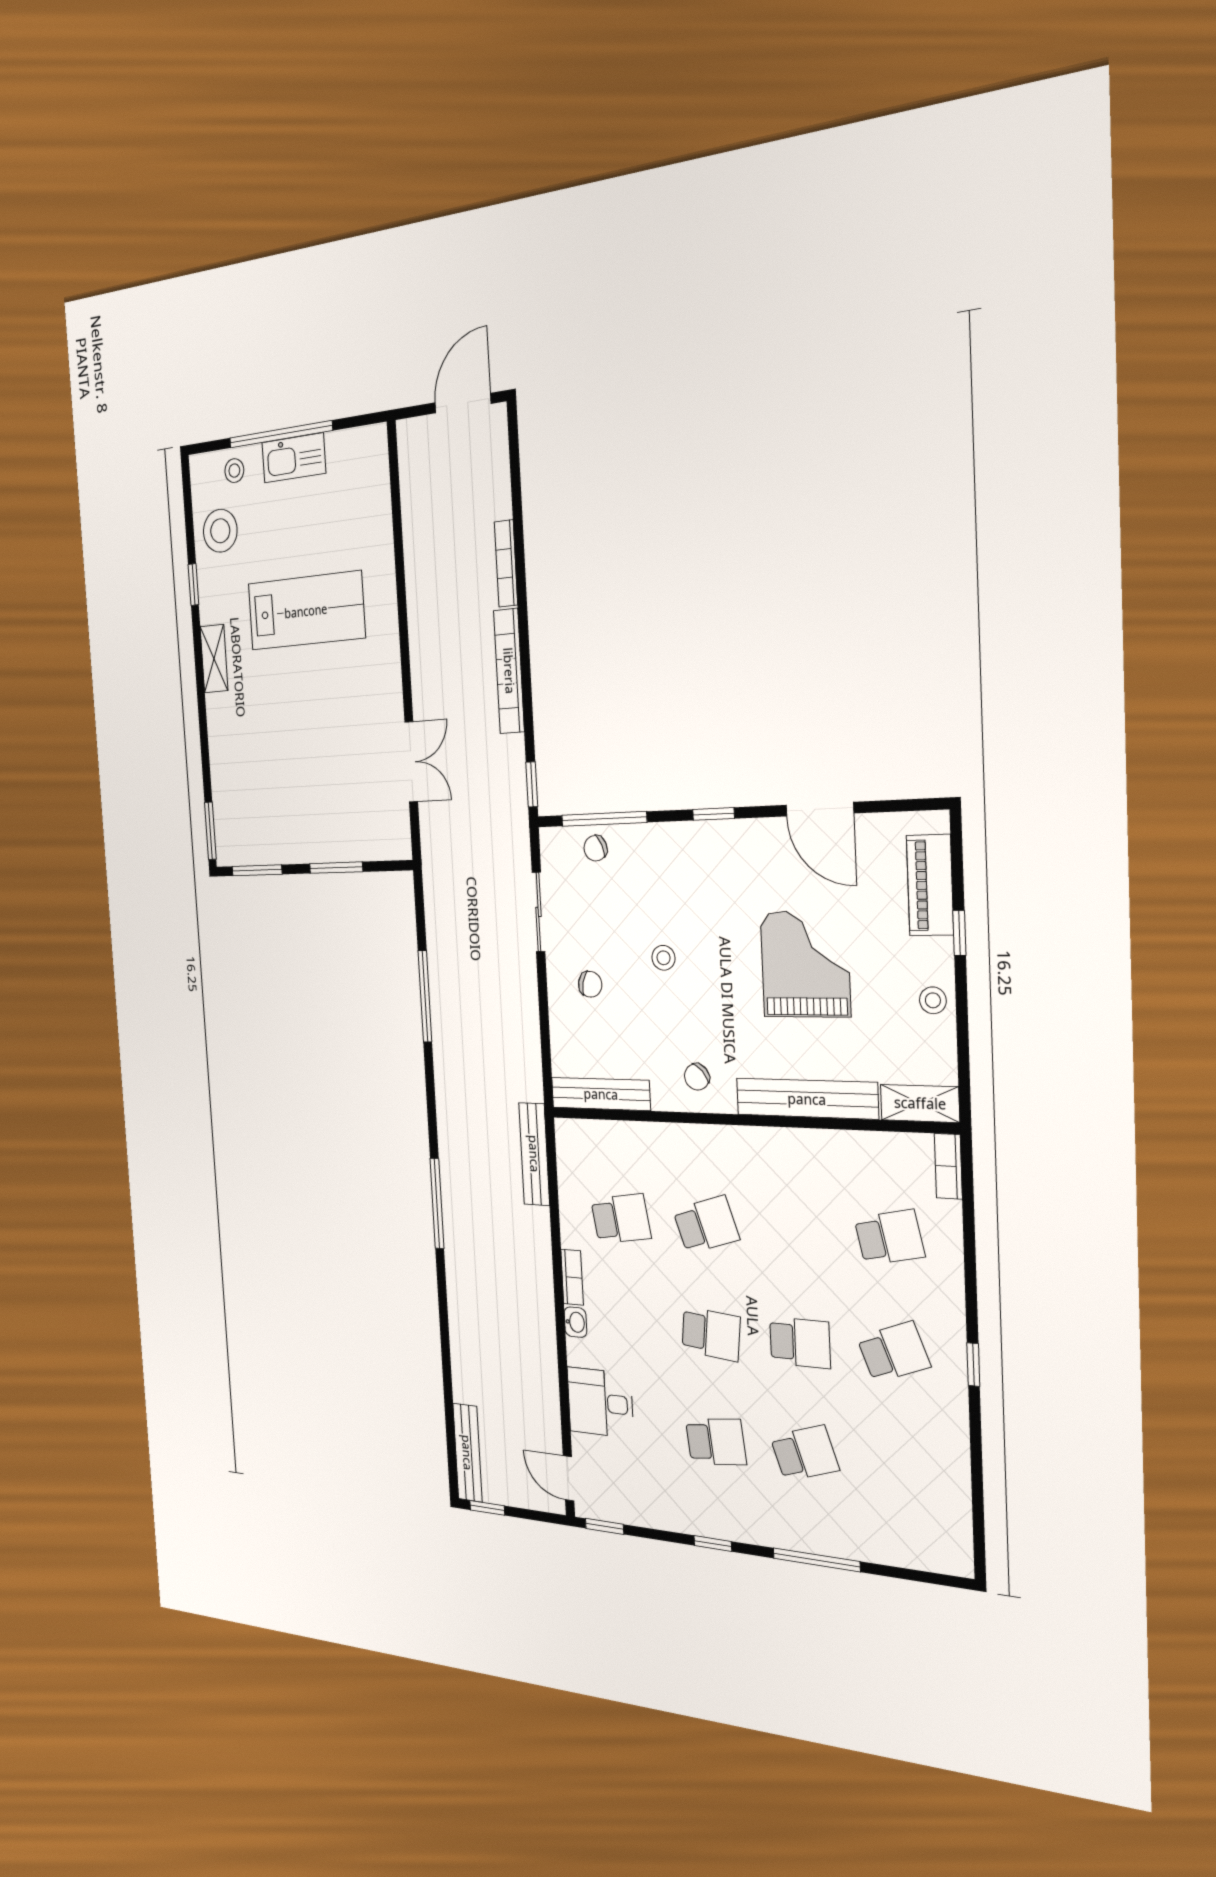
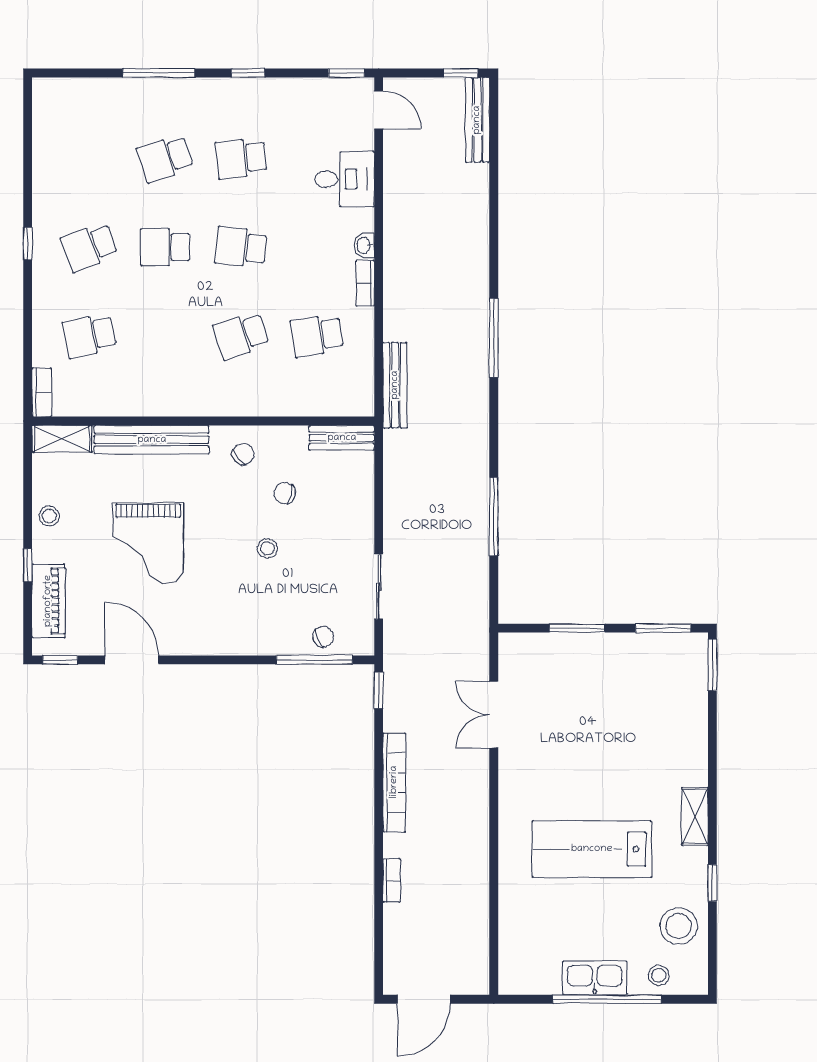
bookcase: (506, 563) -> (392, 881), width x0.64
window: (713, 814) -> (60, 660), moved
chair: (590, 984) -> (285, 493), moved
bench: (601, 1094) -> (342, 438), width x0.73

